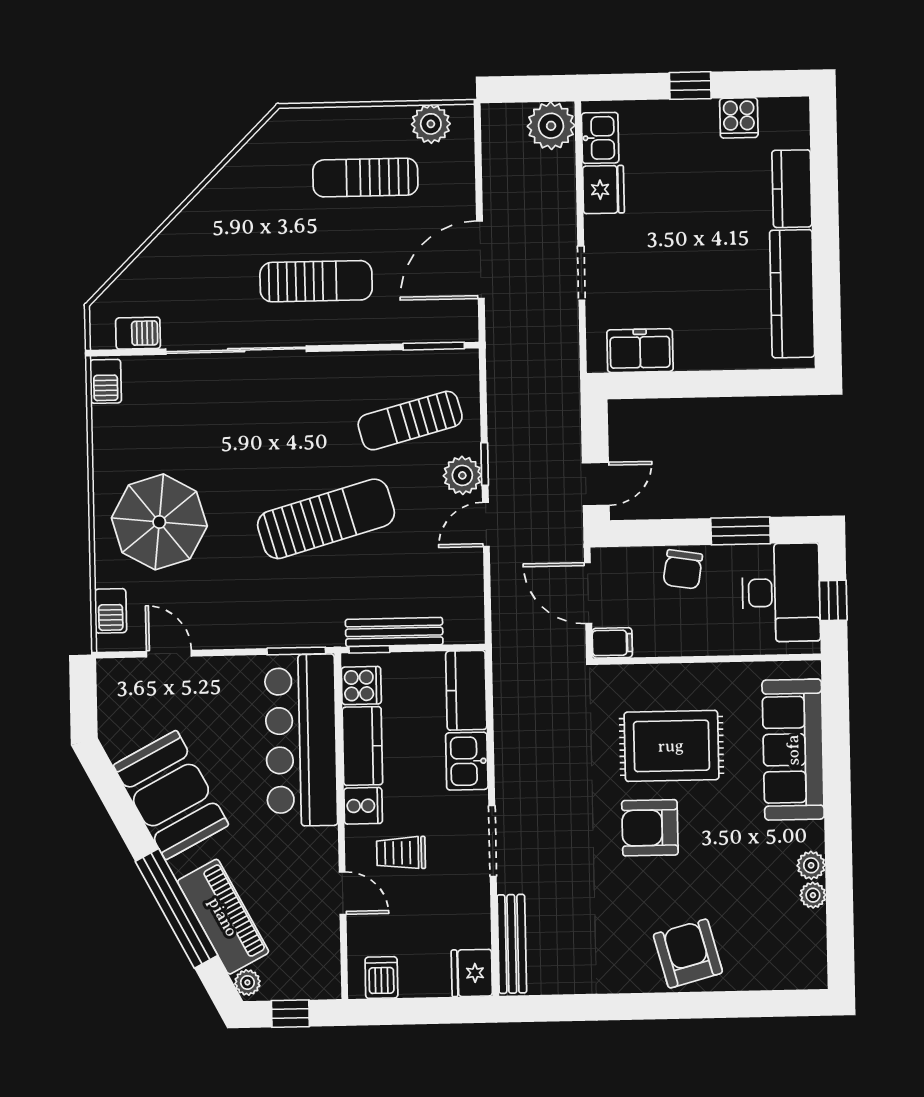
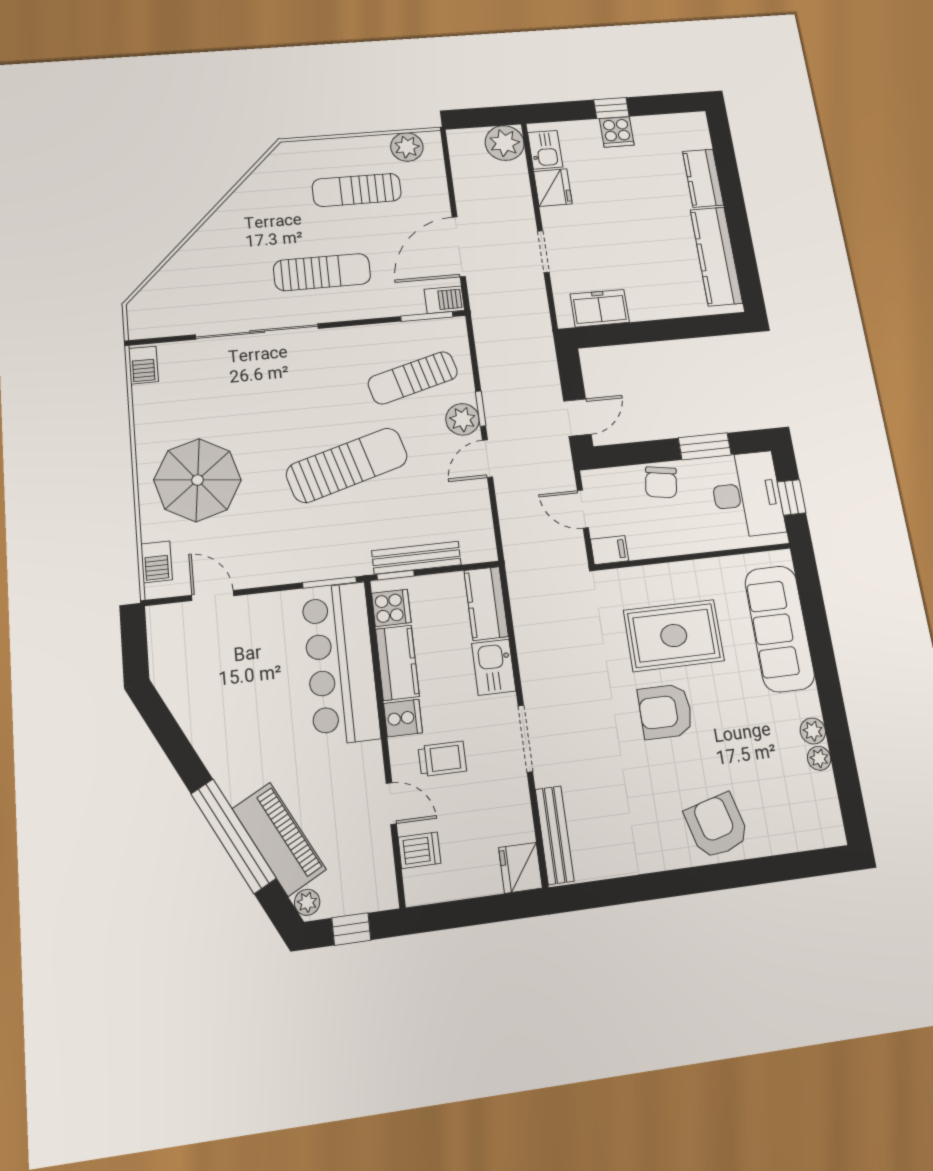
cooker: (739, 118) -> (617, 132), moved
barbecue: (138, 333) -> (444, 300), moved
door: (588, 593) -> (583, 509), width x0.73
booth: (171, 795) -> (222, 726), removed
trolley: (401, 853) -> (442, 759), turned 180
dishwasher: (381, 978) -> (419, 850), moved, turned 90

